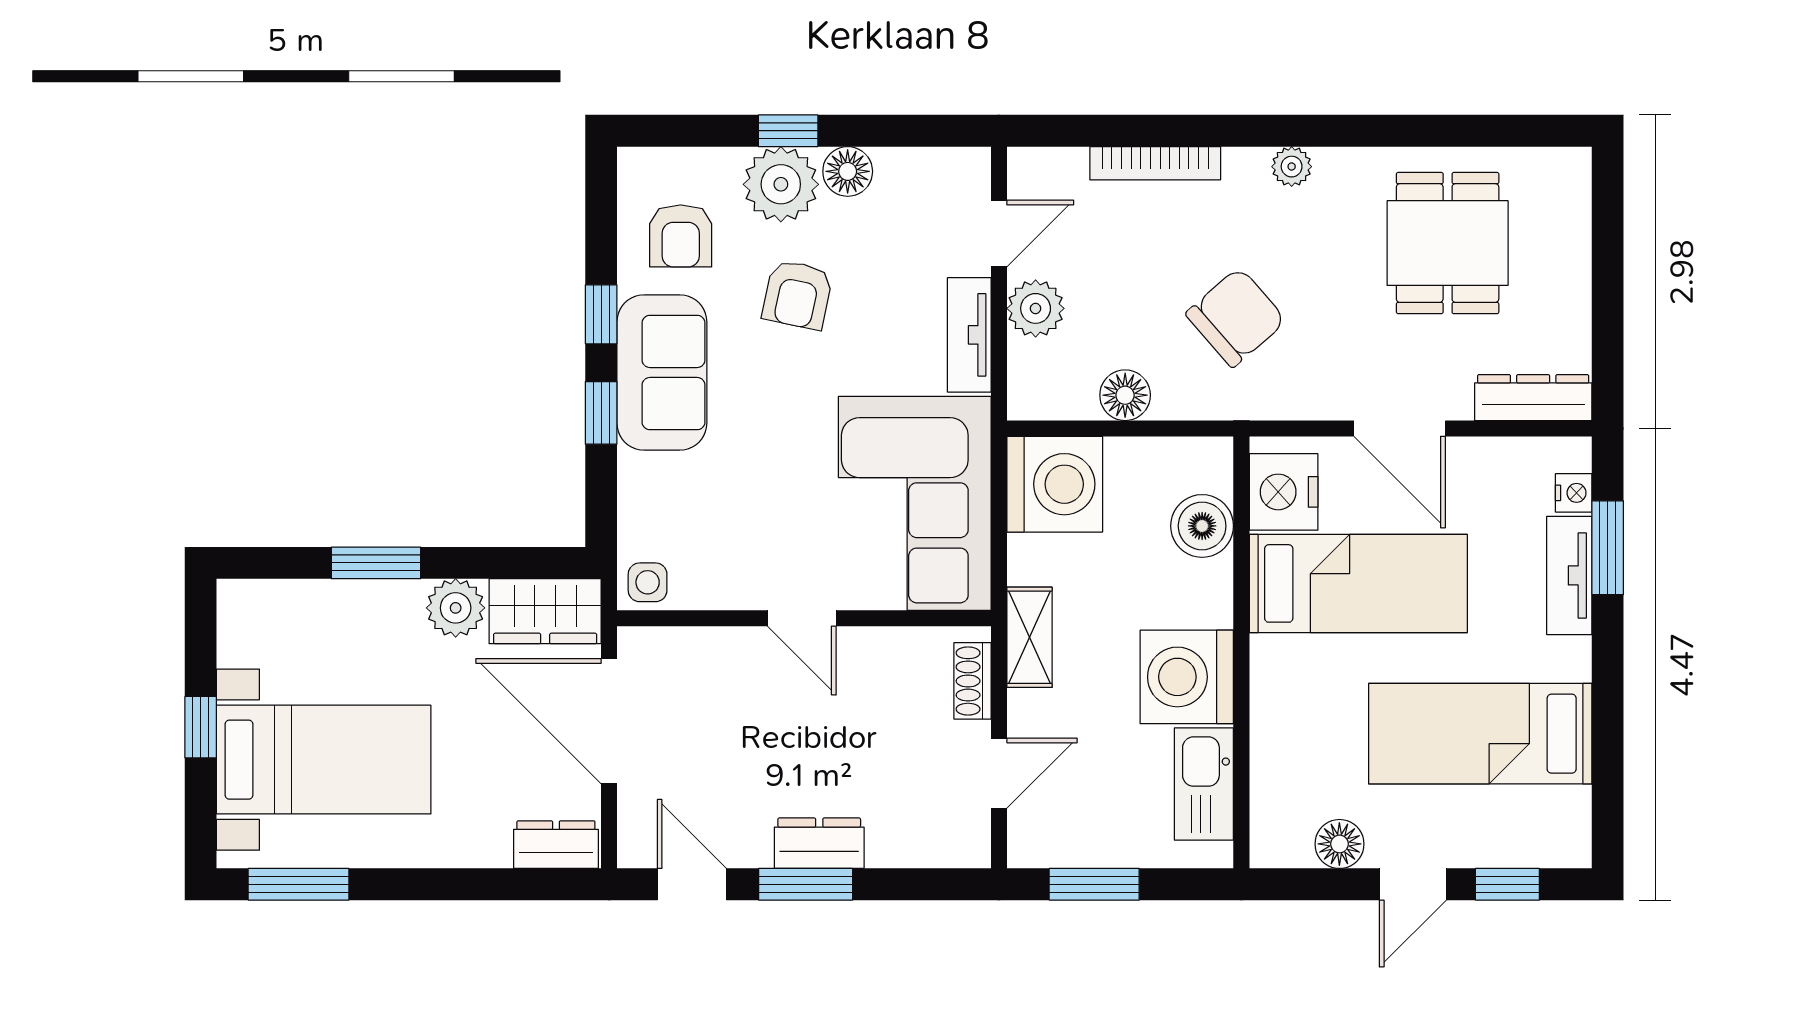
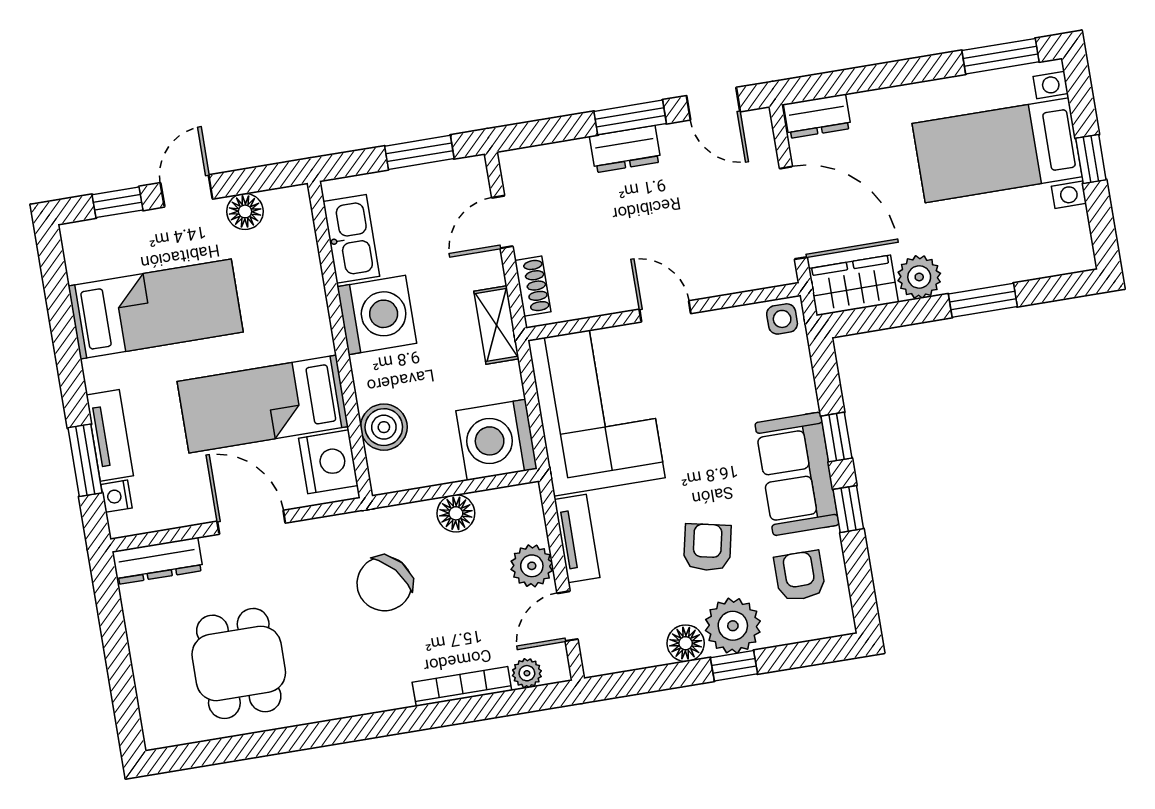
plant: (1292, 167) -> (527, 673), moved

